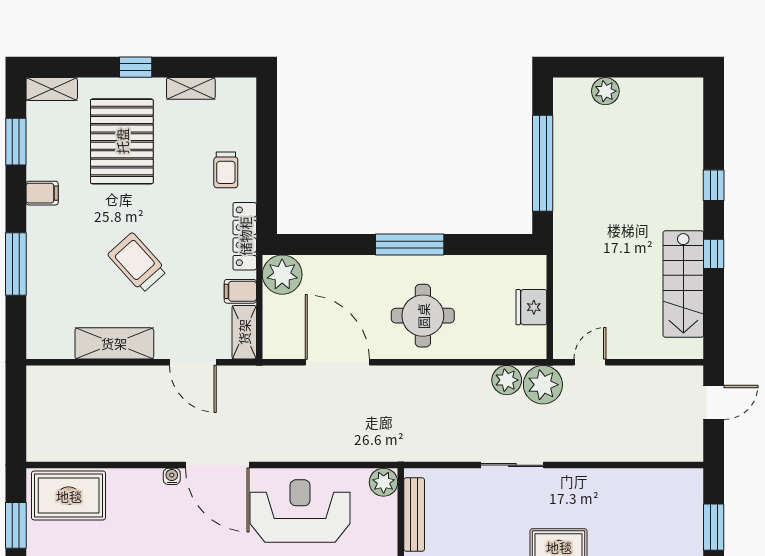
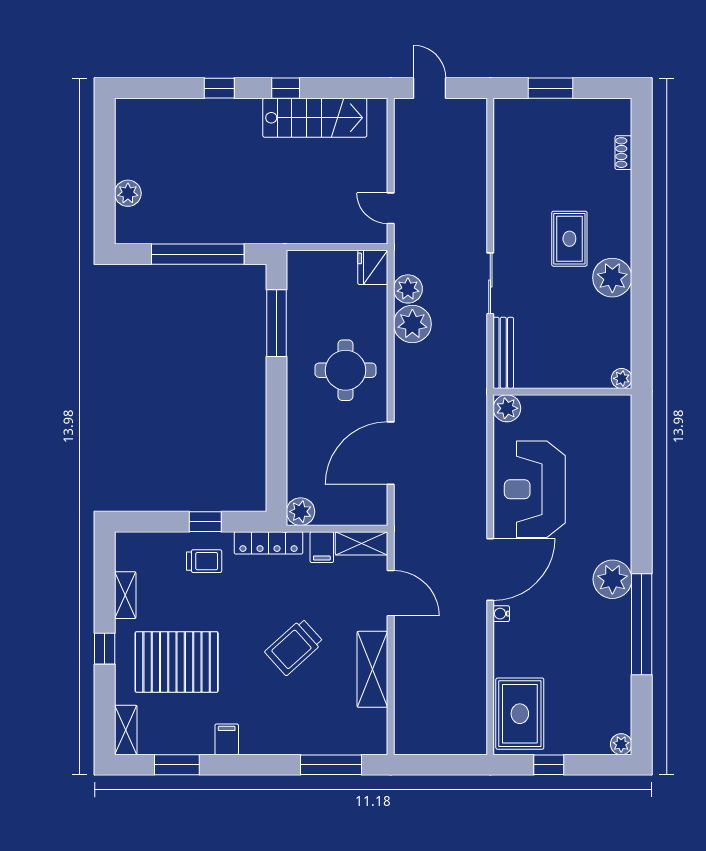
window: (267, 171) -> (205, 522), added
window: (410, 245) -> (277, 323), moved
window: (16, 264) -> (331, 765), moved
plant: (282, 275) -> (301, 512), width x0.73, depth x0.73
fridge: (531, 307) -> (373, 267), moved, turned 90
door: (193, 362) -> (391, 593), hinge flipped
plant: (543, 385) -> (412, 324), moved
bench: (414, 515) -> (503, 353), moved, turned 90
window: (16, 525) -> (549, 765), width x0.67

